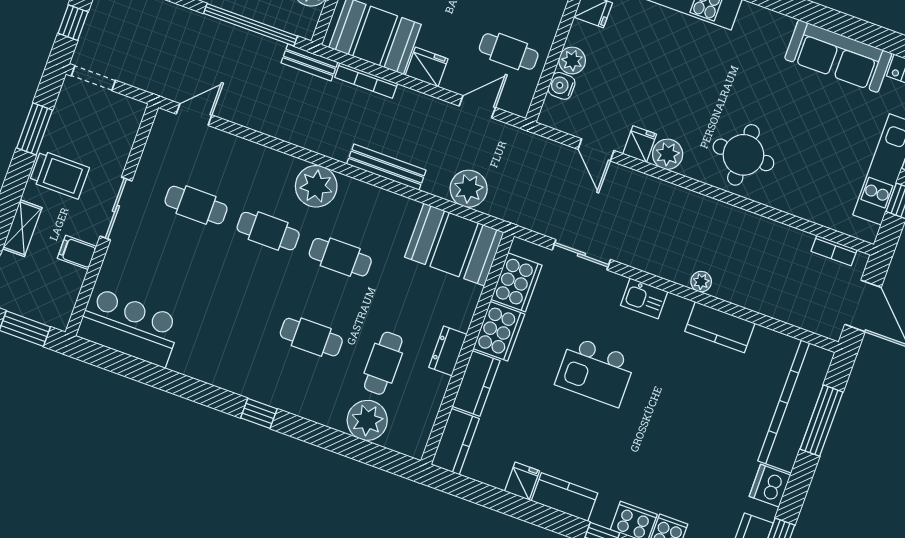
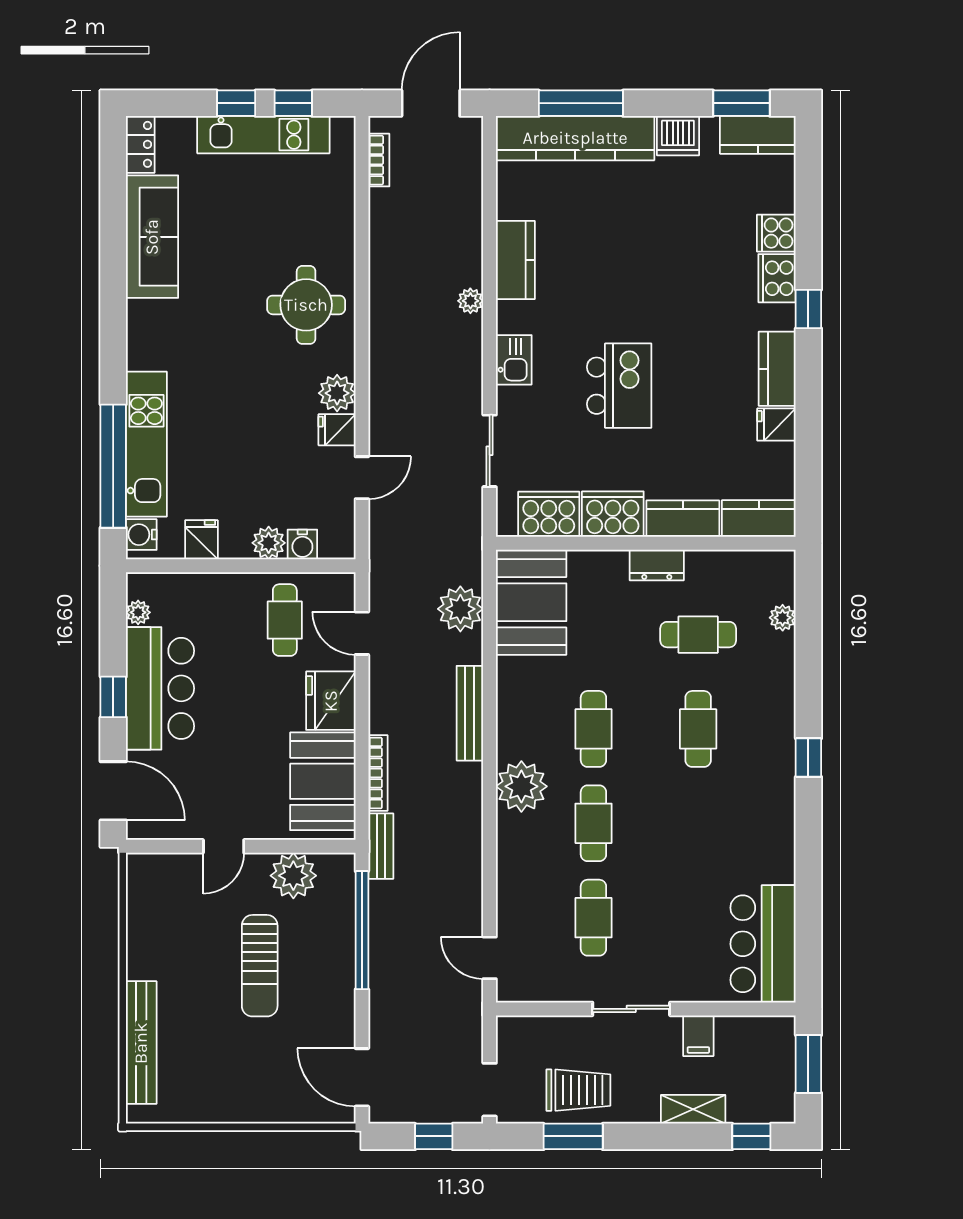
fridge: (427, 67) -> (331, 701), width x1.36, depth x1.34
trolley: (59, 175) -> (578, 1090), moved, turned 90
plant: (367, 420) -> (783, 618), width x0.53, depth x0.53

